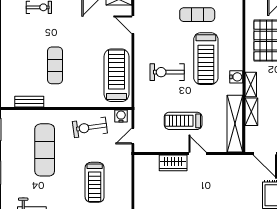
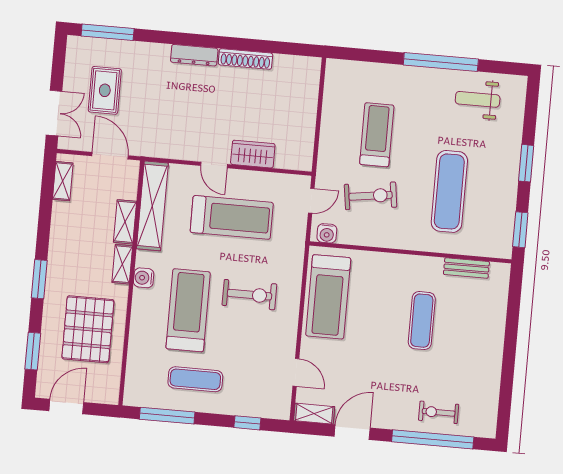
treadmill: (183, 121) -> (232, 217), width x1.37, depth x1.38
exercise bike: (90, 127) -> (371, 196), moved

